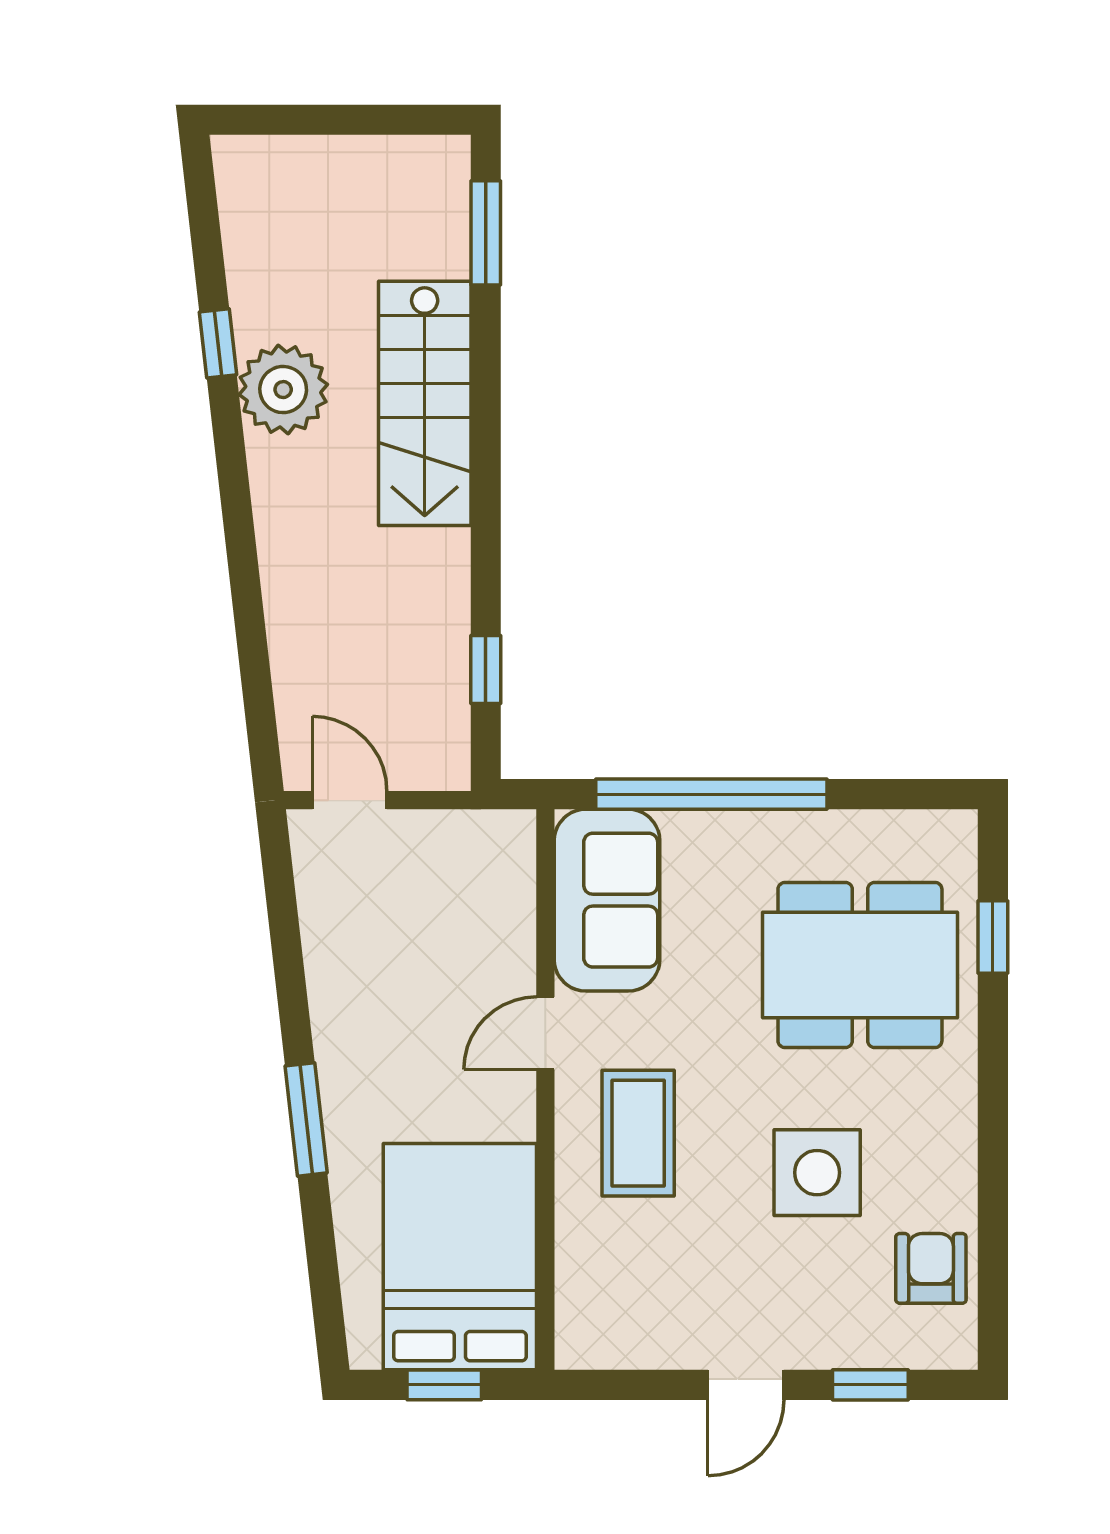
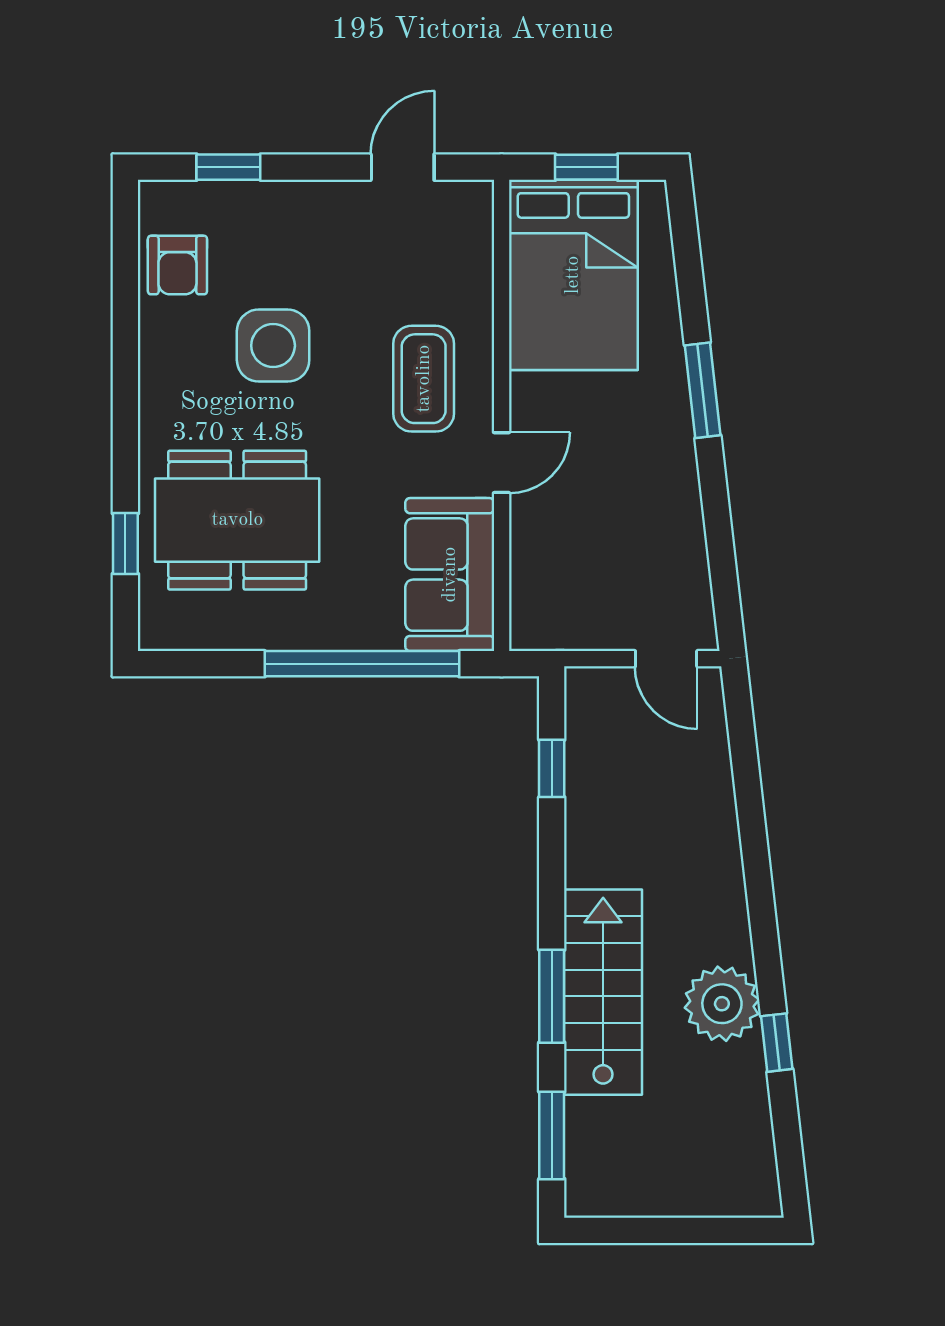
window: (486, 398) -> (552, 996), added
door: (746, 1385) -> (403, 167), moved

